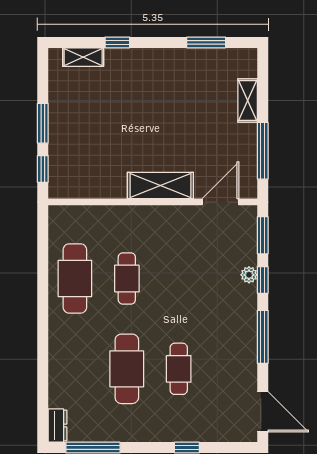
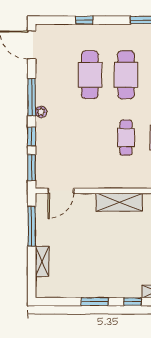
window: (206, 42) -> (95, 302), moved
shelving: (160, 185) -> (119, 202), moved
plant: (249, 275) -> (41, 112), moved
cafe table: (179, 369) -> (90, 75), width x1.37, depth x1.35

